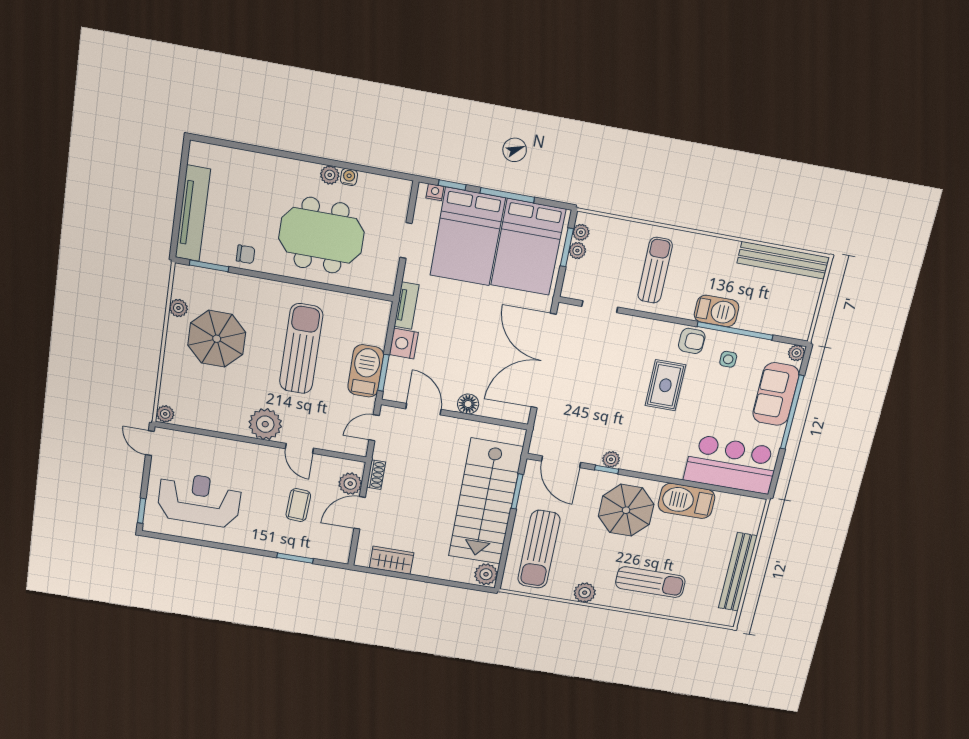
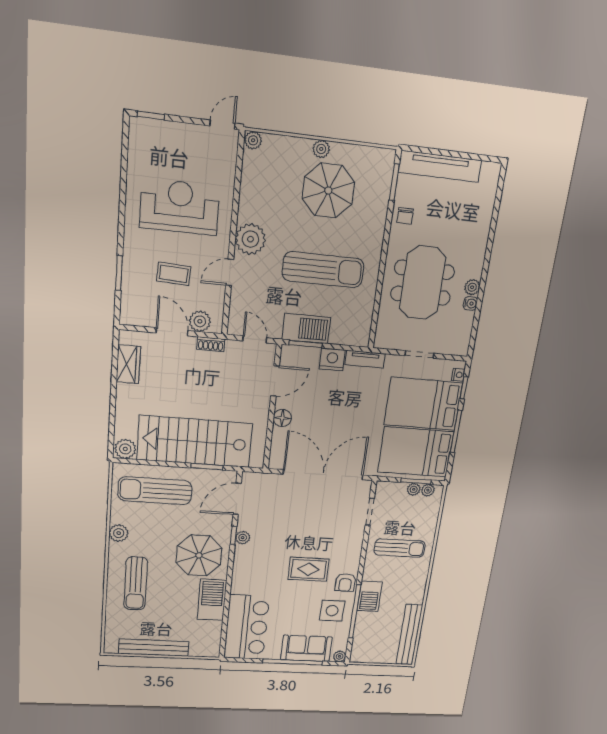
plant: (178, 308) -> (321, 149), moved
side table: (728, 359) -> (332, 611), width x1.87, depth x1.87
reception desk: (199, 500) -> (180, 207), moved, turned -90

